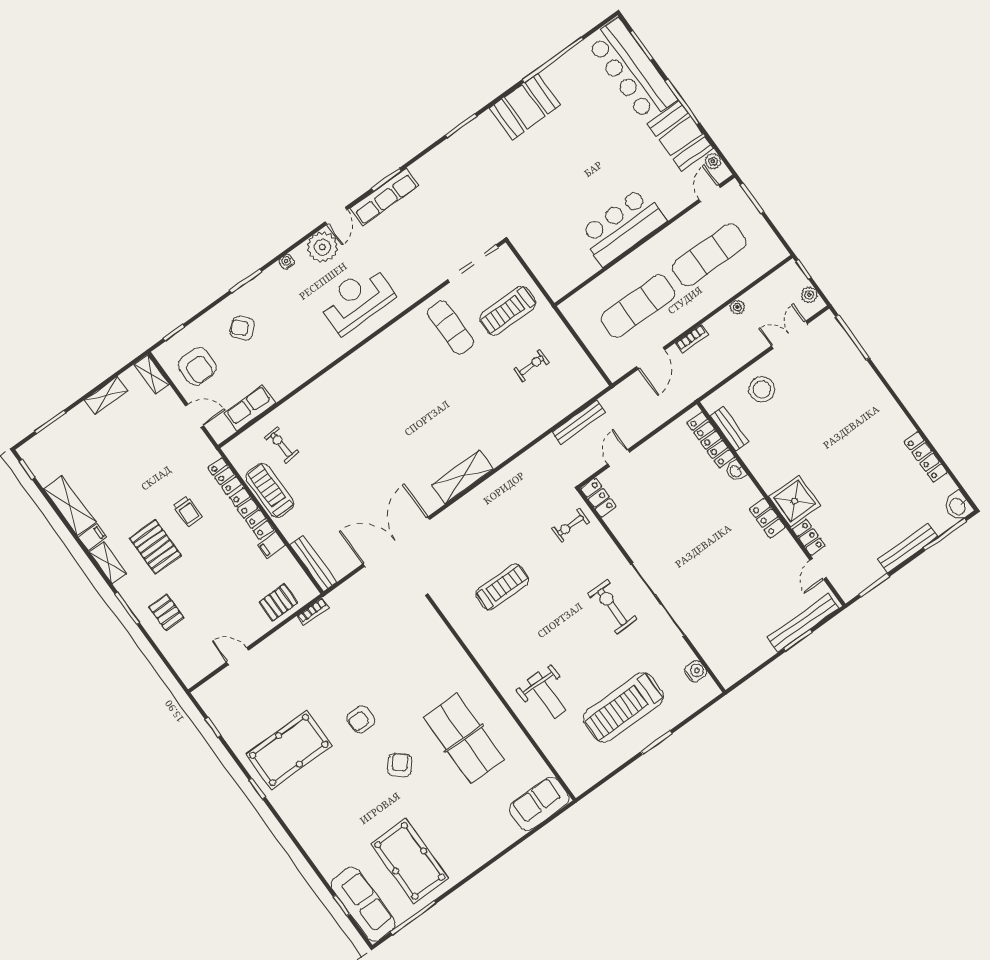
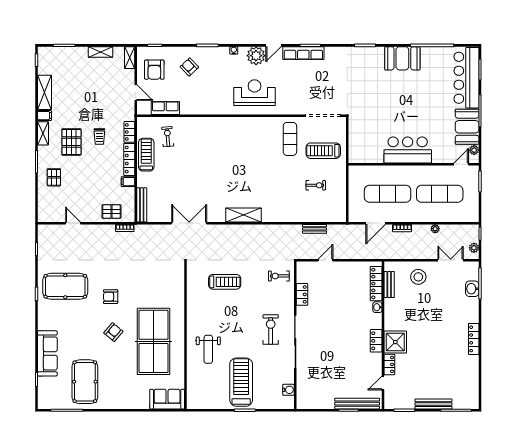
bench: (579, 422) -> (315, 229), width x0.73
locker: (926, 457) -> (474, 339), moved
locker: (599, 498) -> (302, 294), moved
washbasin: (958, 506) -> (472, 289), moved
double door: (396, 542) -> (189, 223), width x0.73
treadmill: (623, 708) -> (241, 382), turned 90
table tennis table: (464, 738) -> (153, 341), width x1.36, depth x1.32
sofa: (363, 904) -> (47, 353), moved

